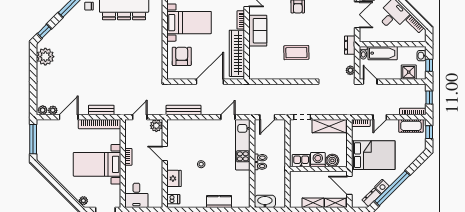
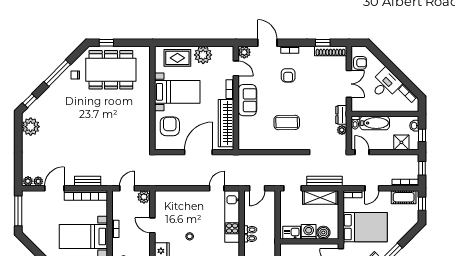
plant: (350, 70) -> (342, 130), moved
bench: (184, 110) -> (324, 181), moved

